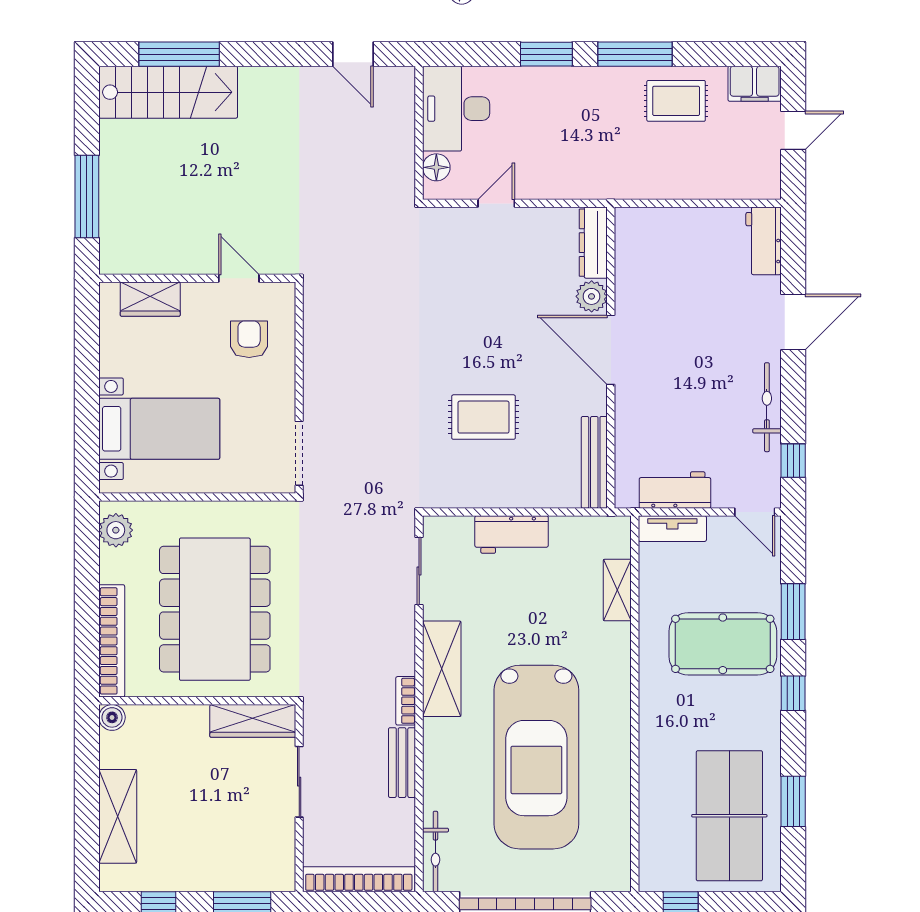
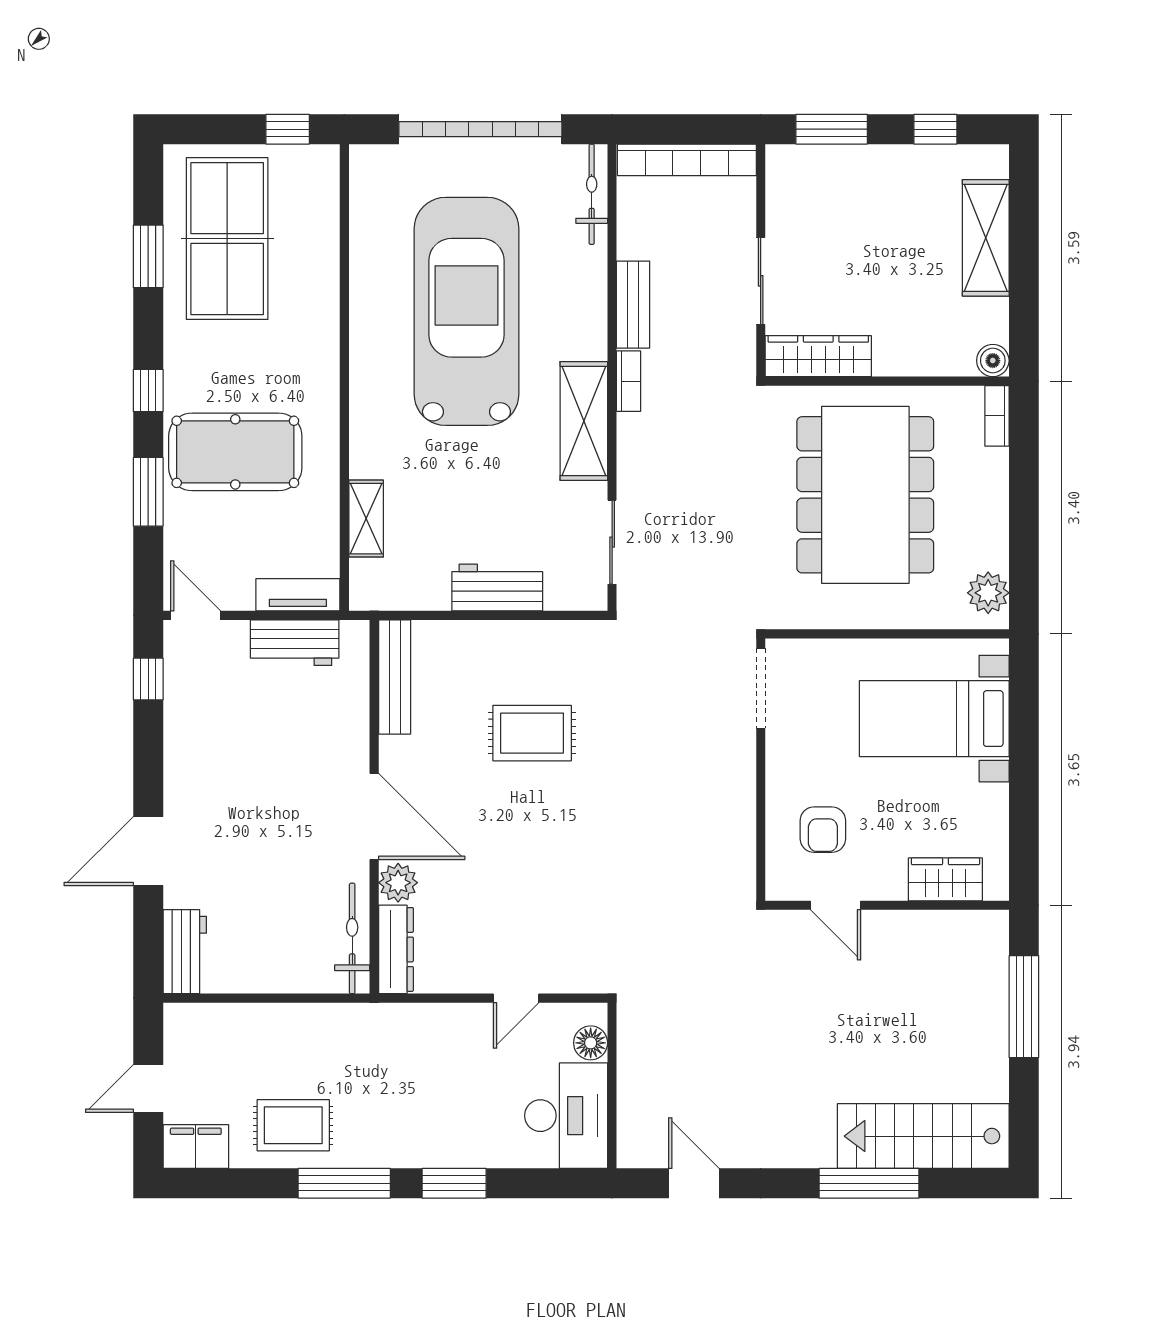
window: (179, 54) -> (869, 1183), moved
bicycle: (767, 407) -> (352, 938), moved, turned 180
bookcase: (112, 641) -> (997, 416), width x0.43, depth x0.76

